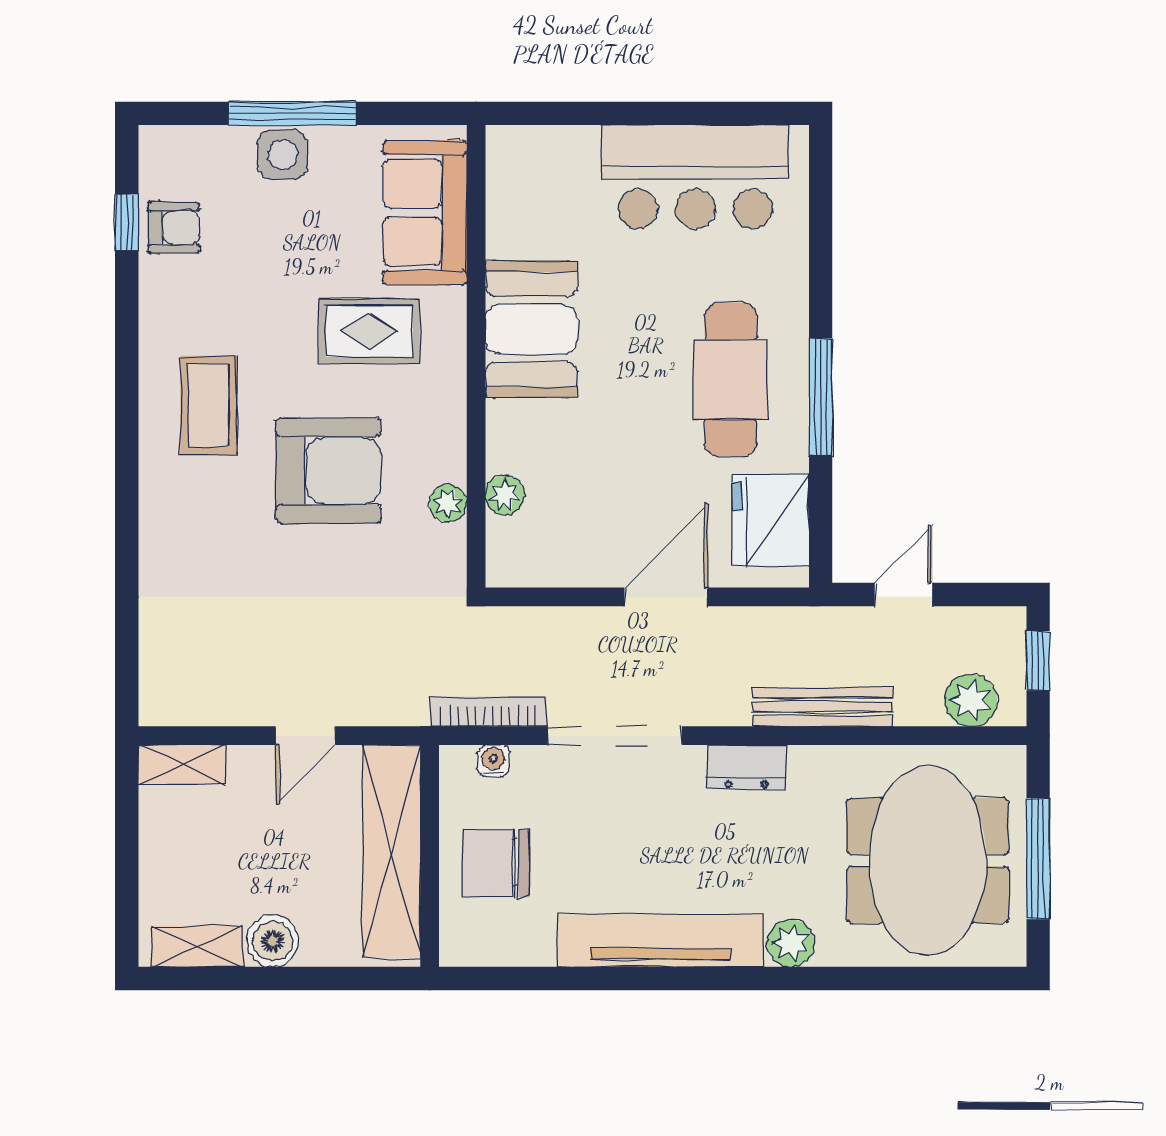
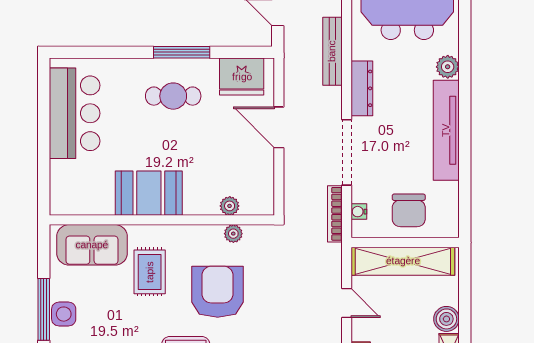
cafe table: (731, 380) -> (173, 96), width x0.73, depth x0.74
dresser: (746, 767) -> (362, 88), width x1.44

